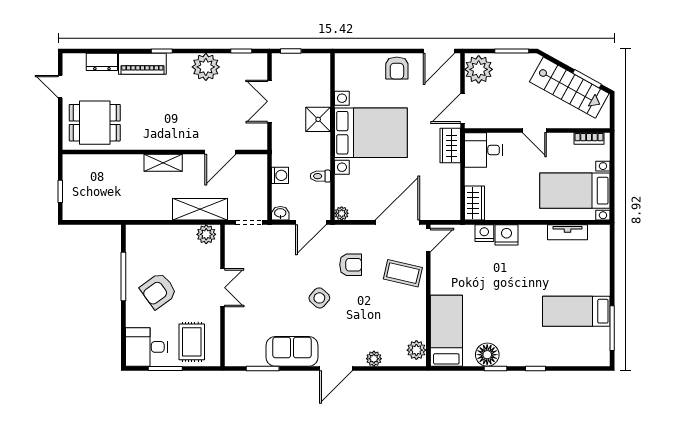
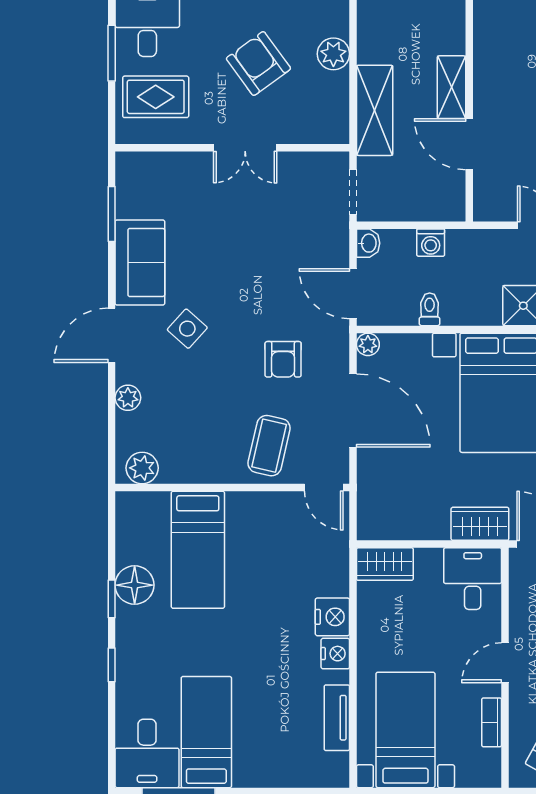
bookcase: (589, 139) -> (492, 722), moved
shelving: (163, 163) -> (451, 87), moved
door: (397, 222) -> (353, 410), moved
nightstand: (484, 233) -> (335, 654), moved
plant: (206, 234) -> (333, 54), moved
armchair: (158, 291) -> (258, 64), moved
side table: (319, 298) -> (187, 329), moved
bed: (446, 331) -> (198, 550), moved, turned 90
desk: (589, 347) -> (147, 753), added
door: (336, 369) -> (112, 335), hinge flipped

